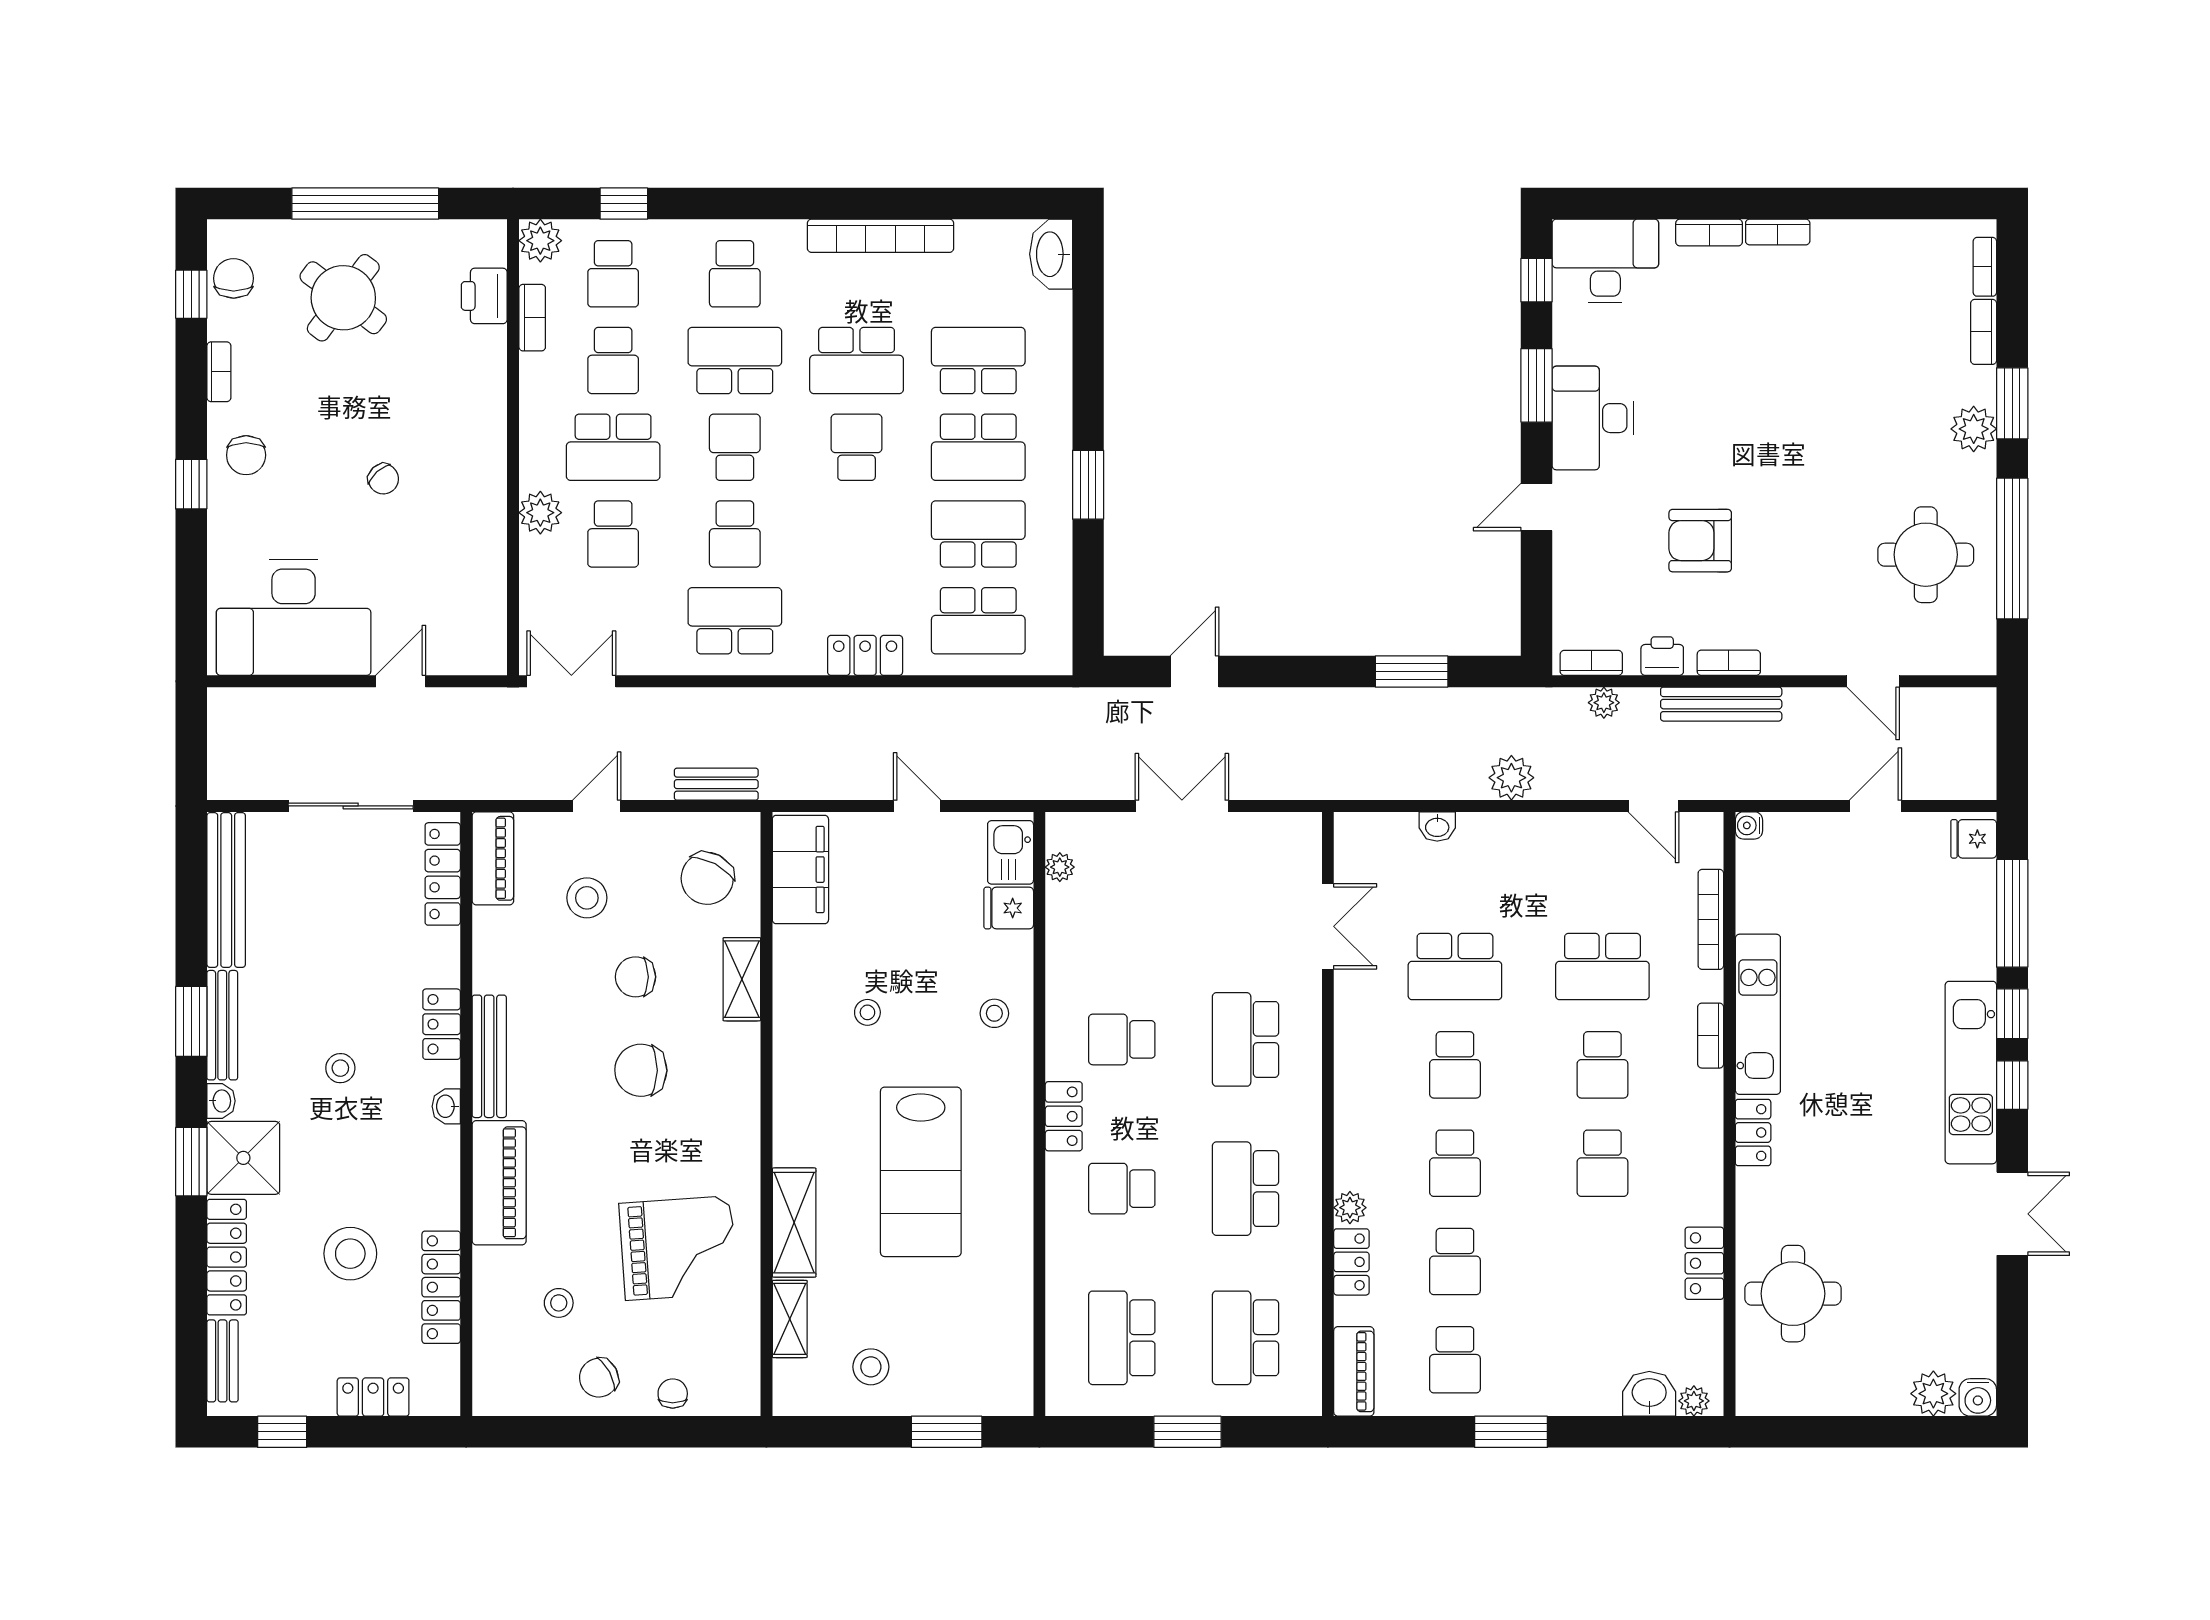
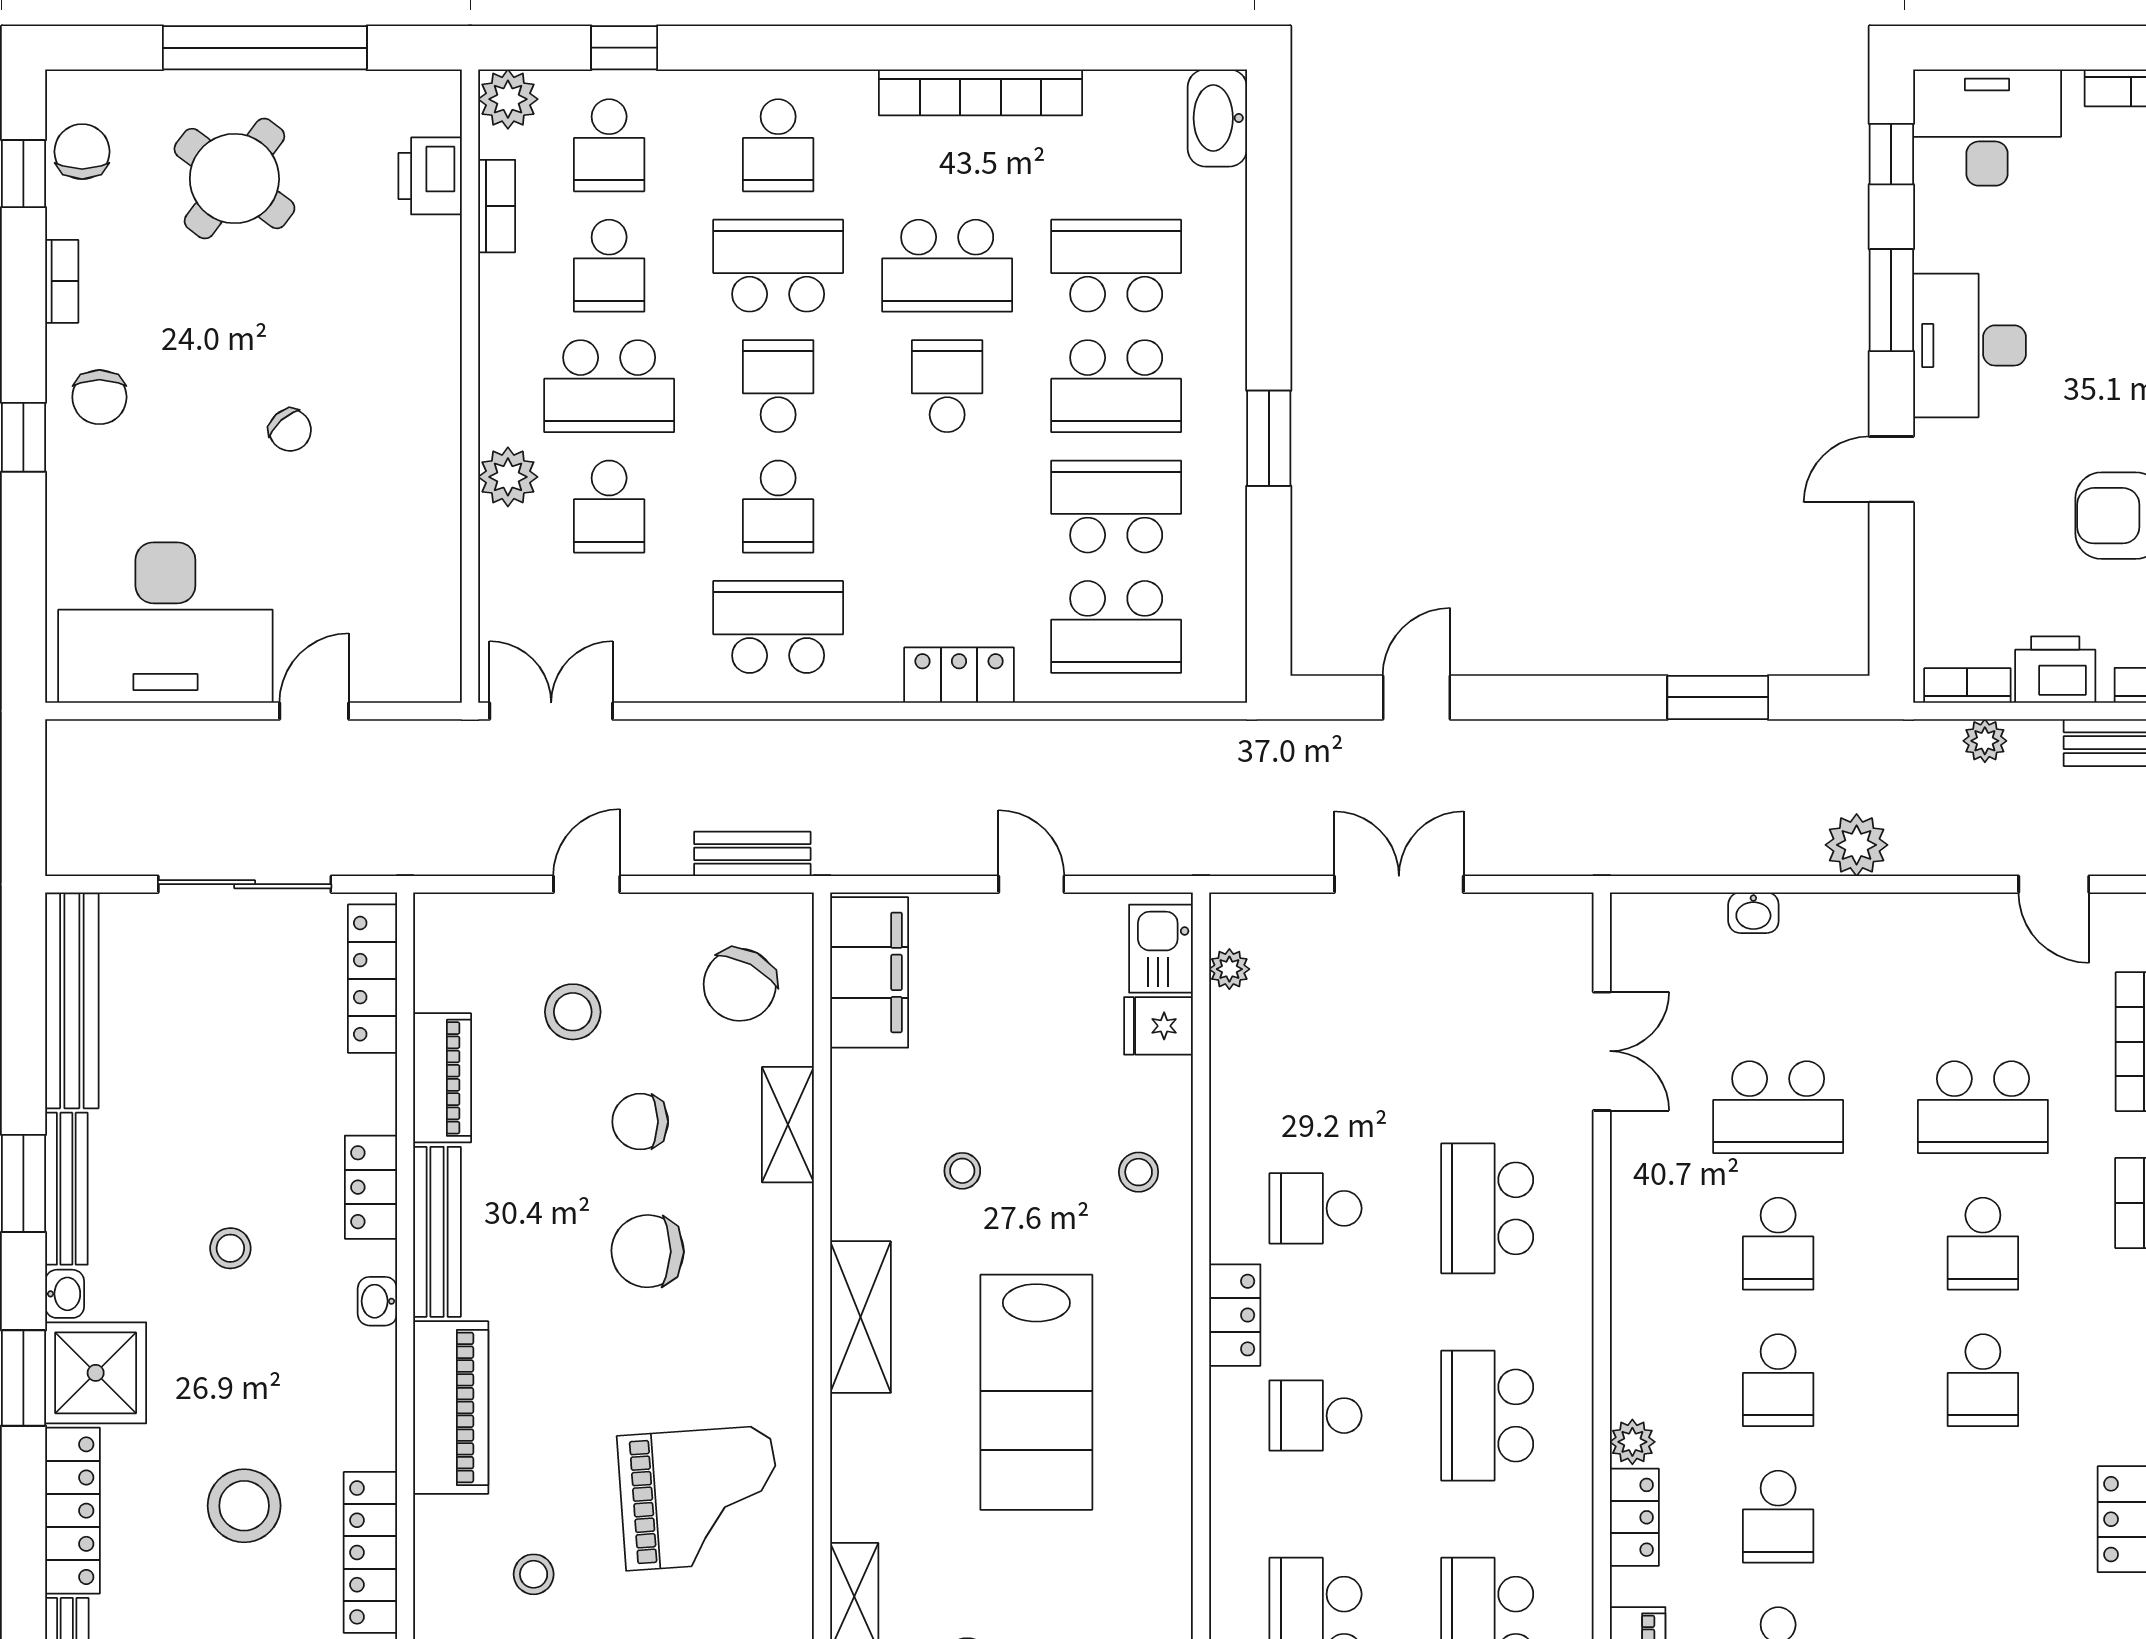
printer: (1662, 656) -> (2055, 670), width x1.36, depth x1.24
piano: (493, 858) -> (442, 1078), moved
shelving: (794, 1223) -> (860, 1317), moved

